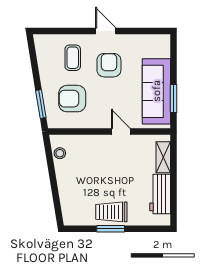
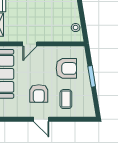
window: (41, 104) -> (92, 76), moved
door: (121, 131) -> (30, 44), hinge flipped

